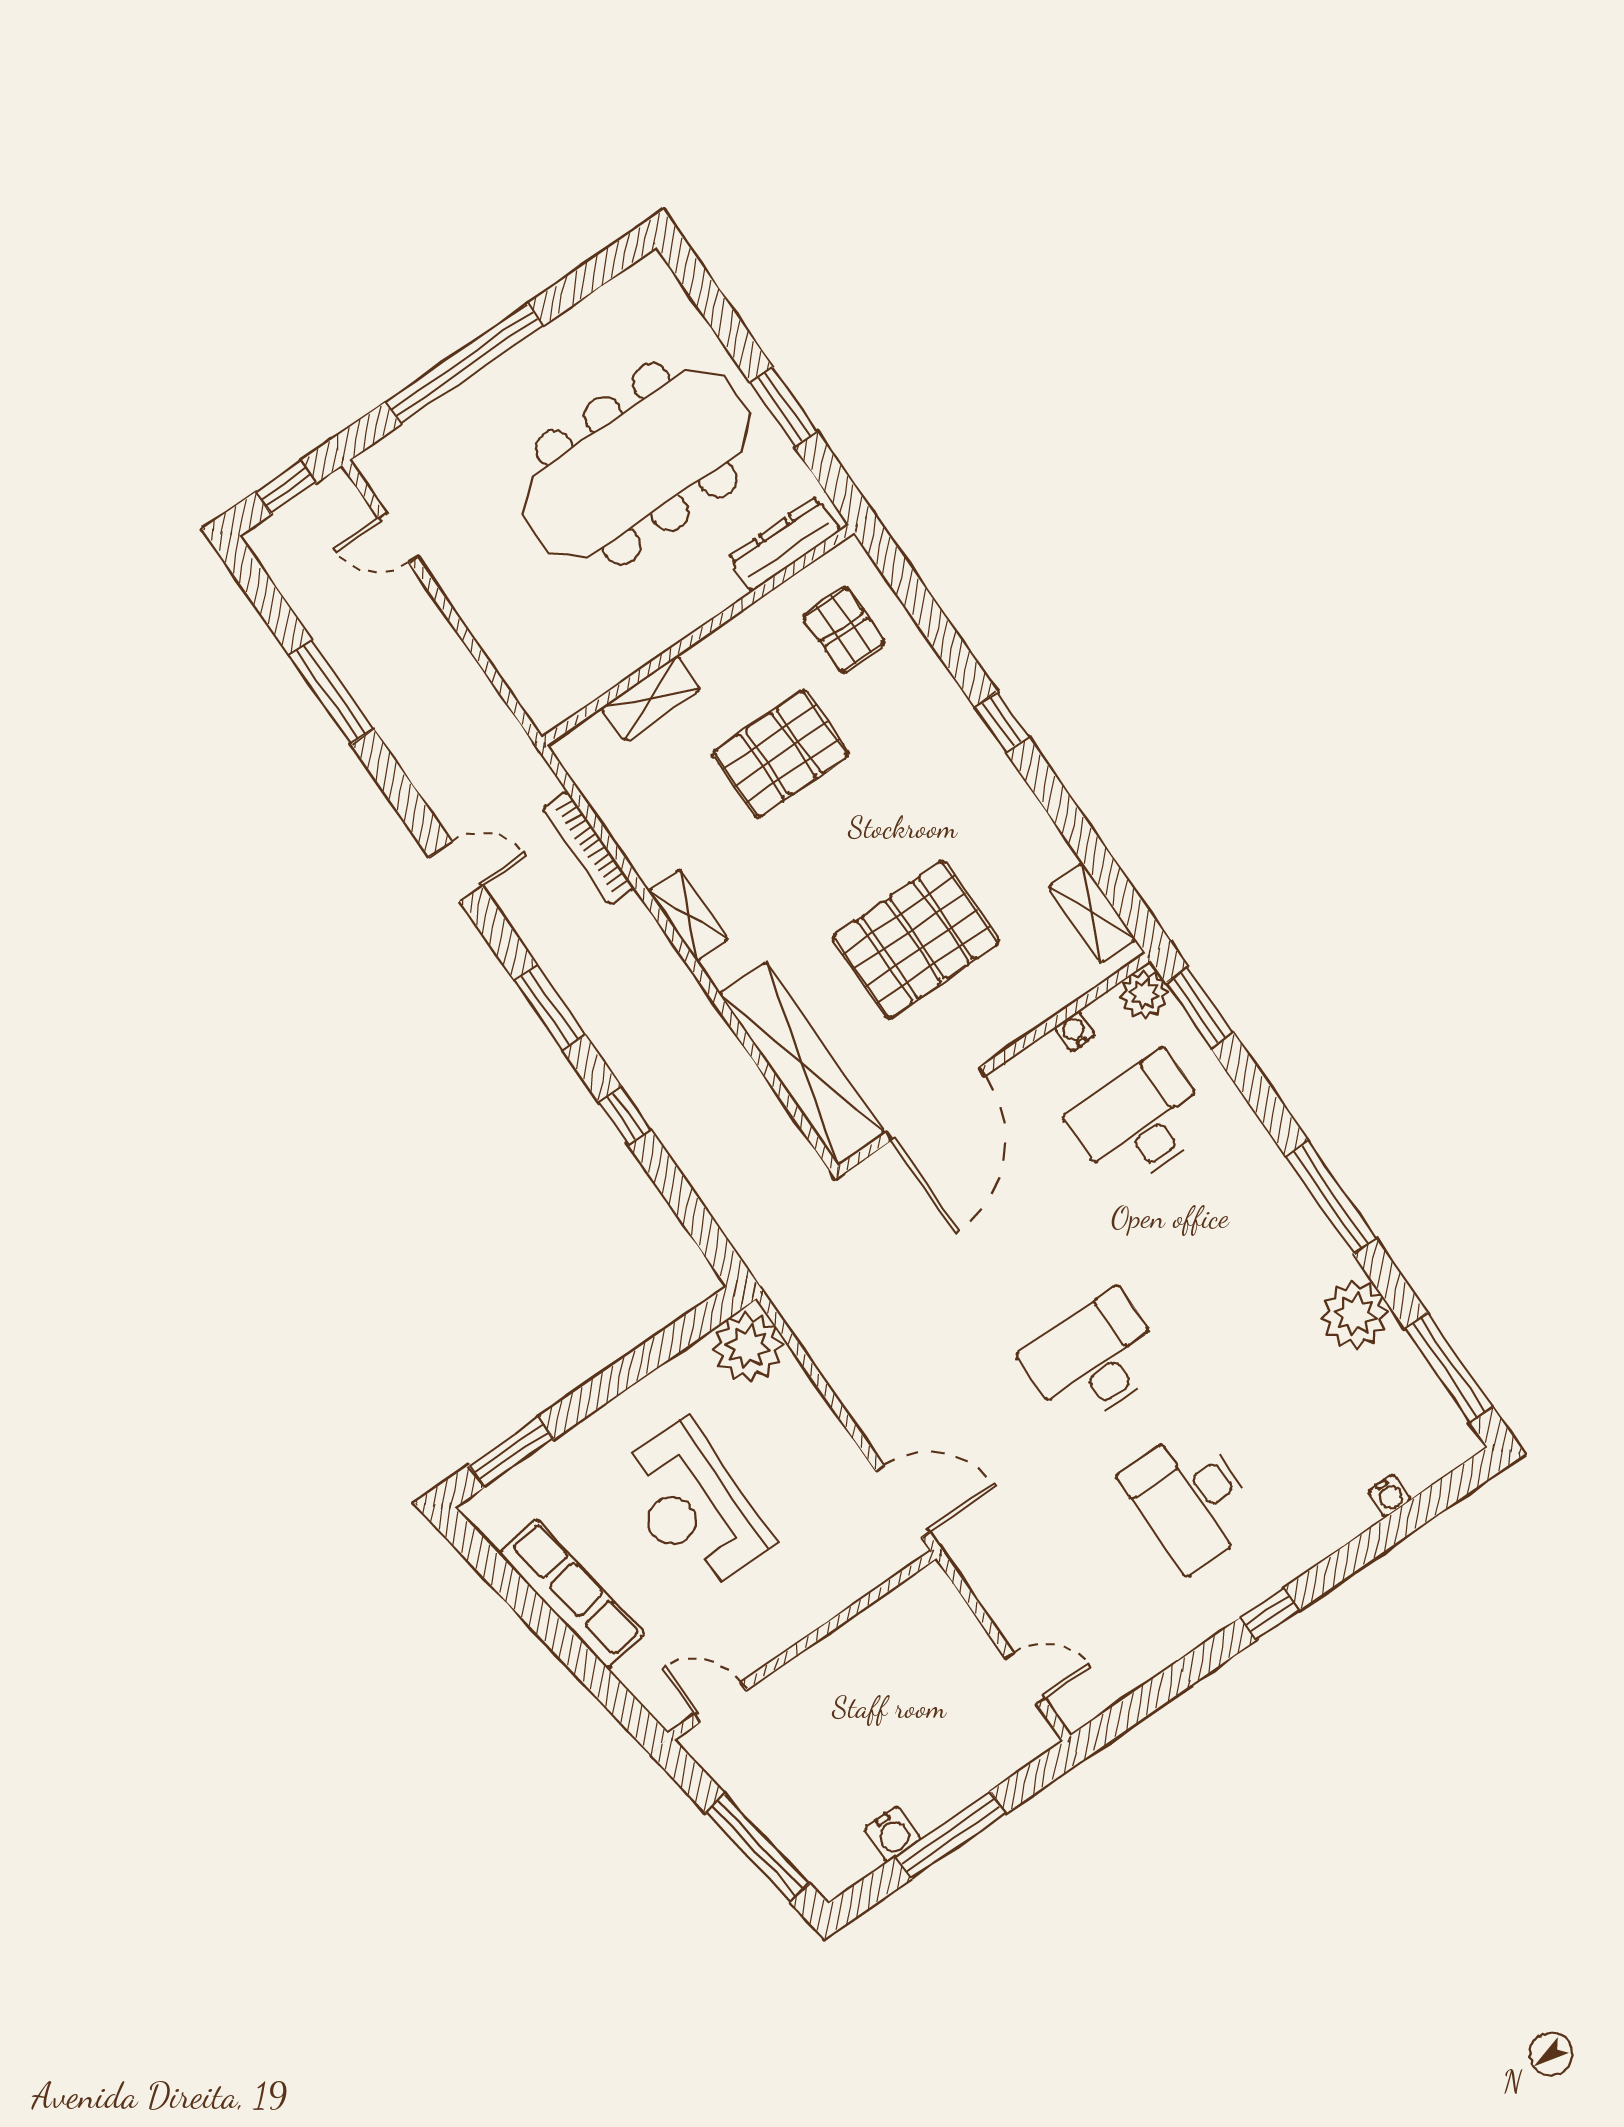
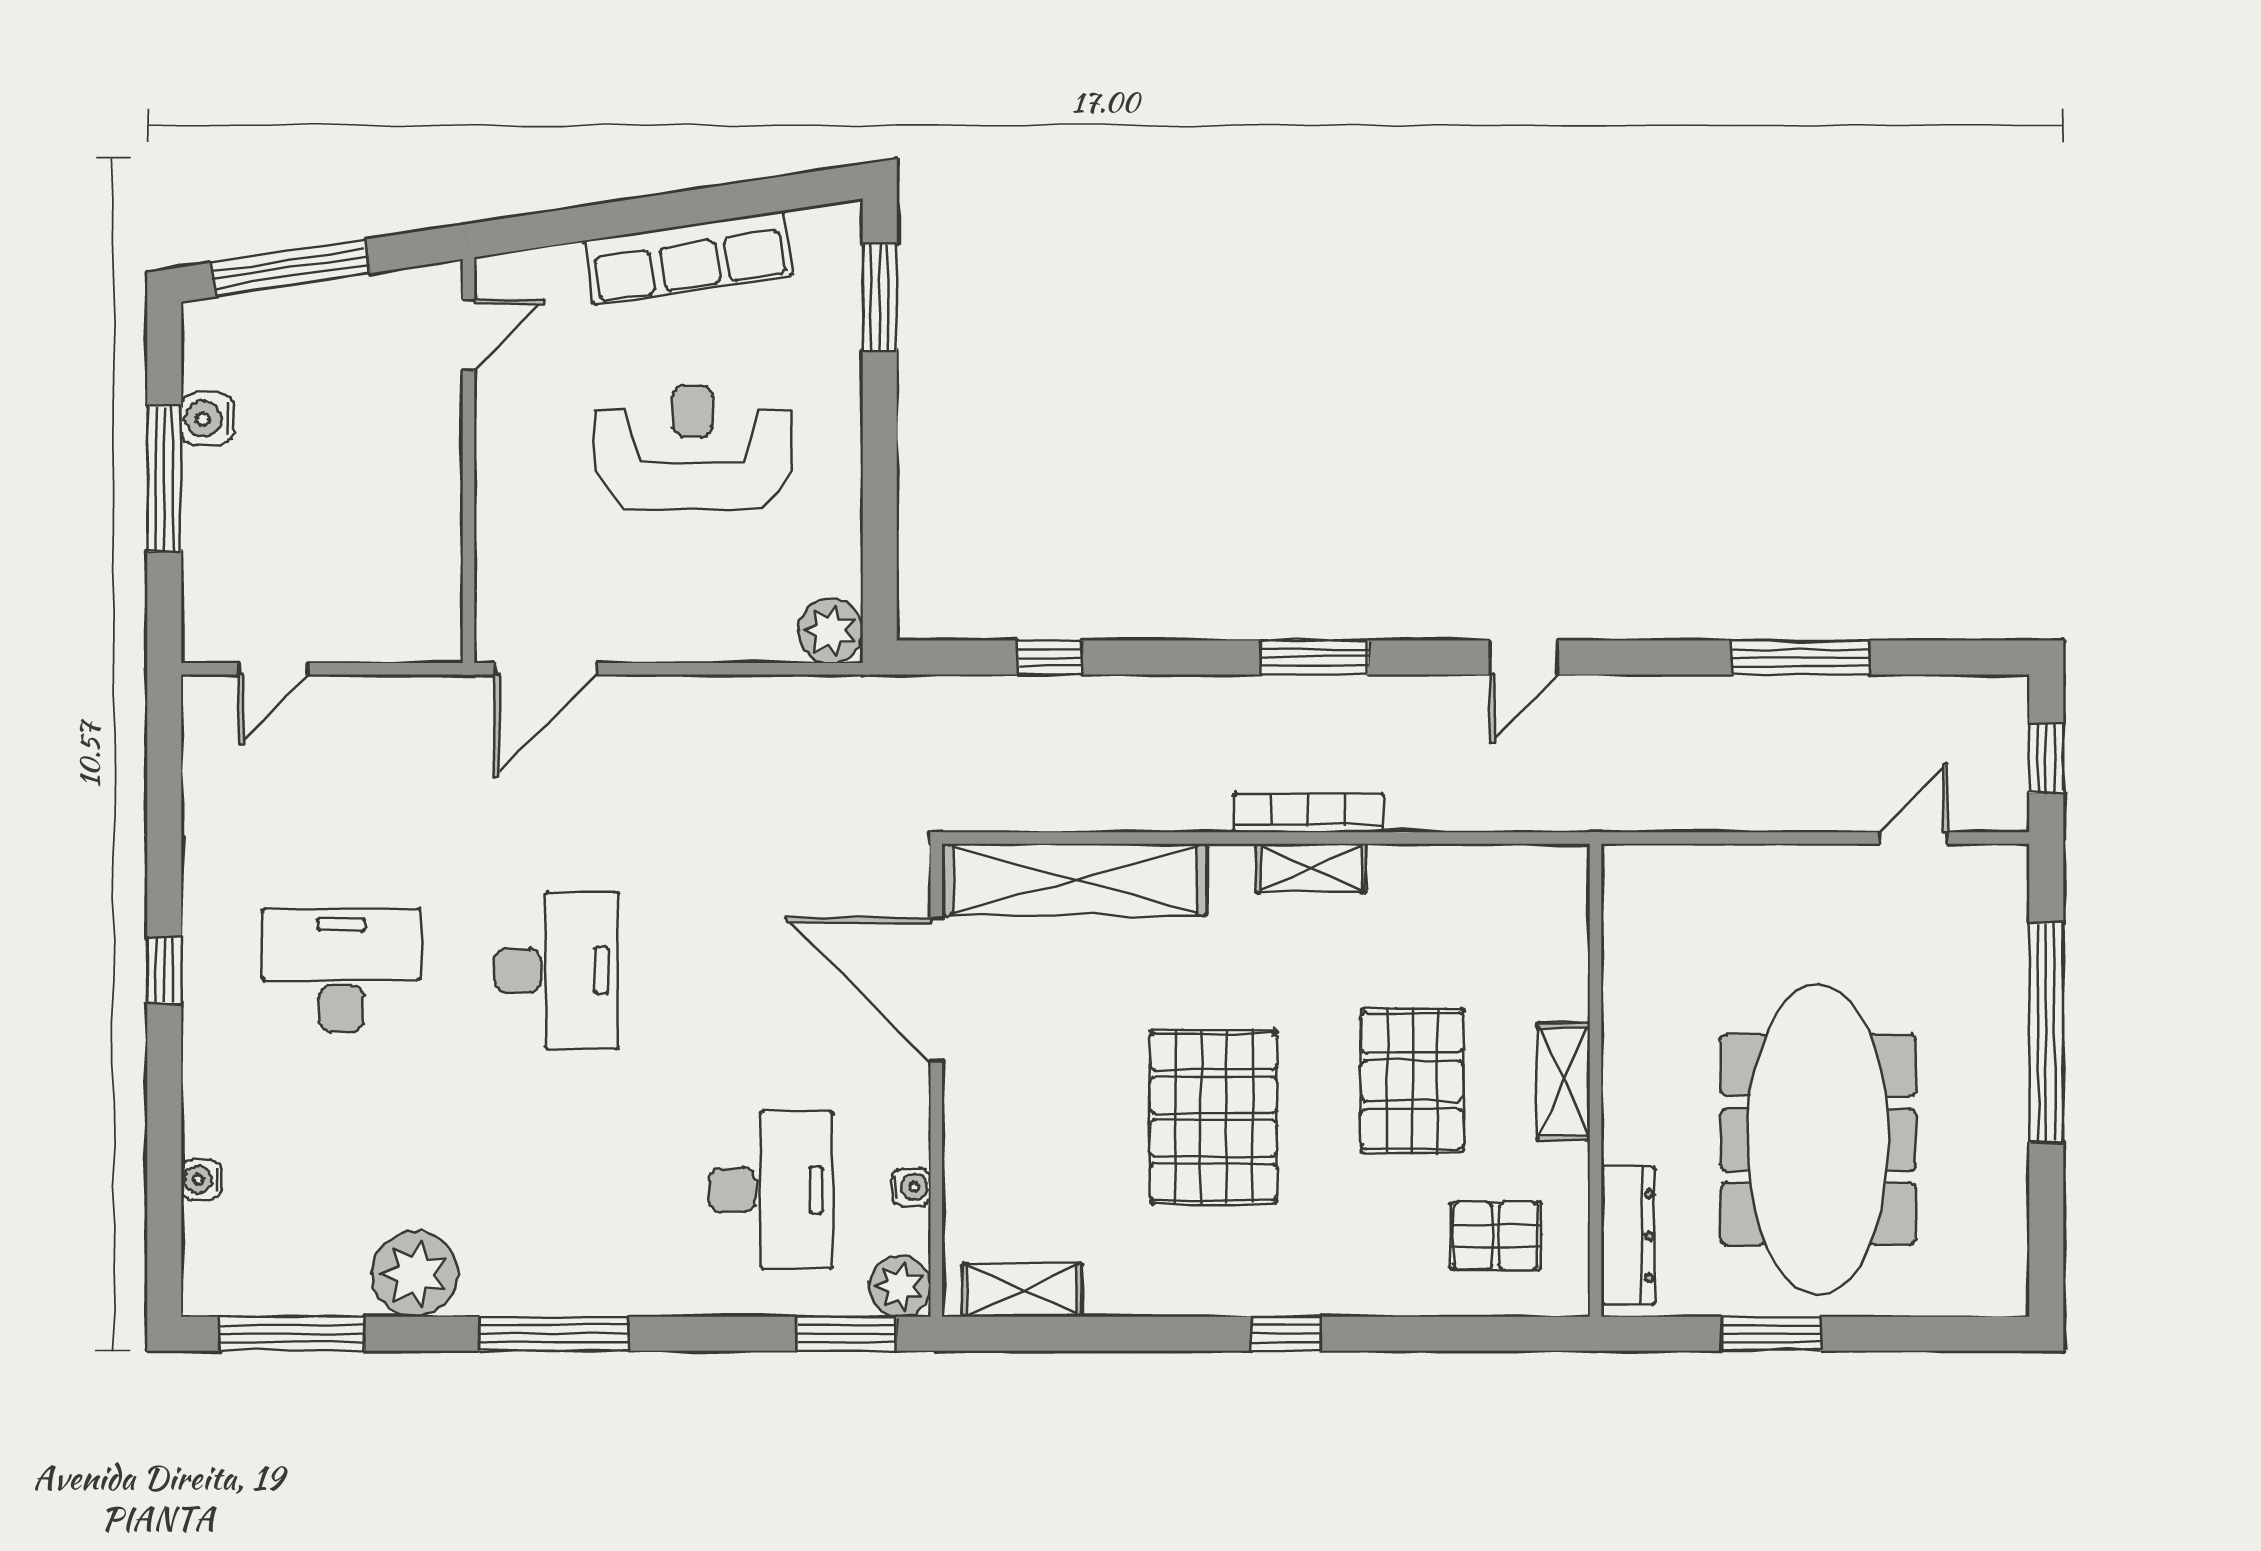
shelving: (651, 698) -> (1563, 1082), moved
bookcase: (589, 848) -> (1308, 813), moved
pallet: (915, 940) -> (1213, 1117), moved
window: (625, 1116) -> (1050, 658), moved
plant: (748, 1347) -> (831, 631), width x0.73, depth x0.73

